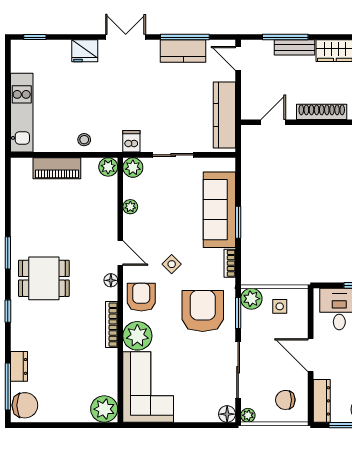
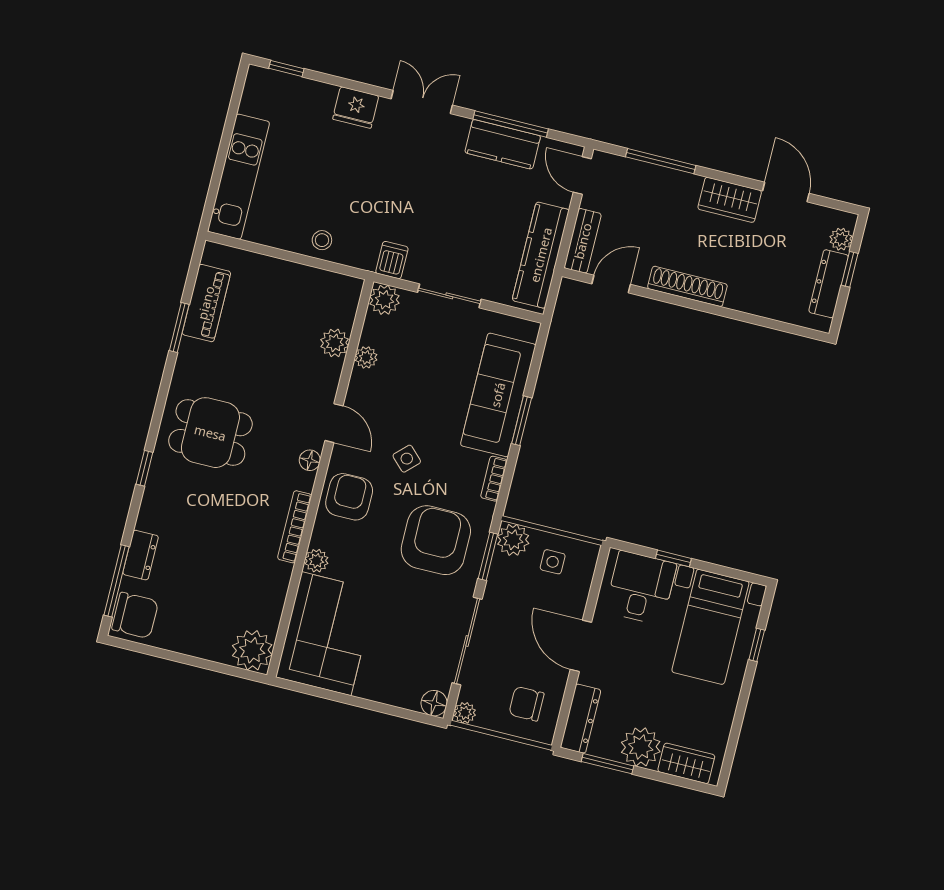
bench: (294, 47) -> (583, 241), moved, turned 90
plant: (108, 167) -> (335, 343), moved
piano: (57, 168) -> (206, 303), moved, turned -90
window: (8, 253) -> (179, 328), moved
plant: (137, 336) -> (316, 561), width x0.53, depth x0.53

